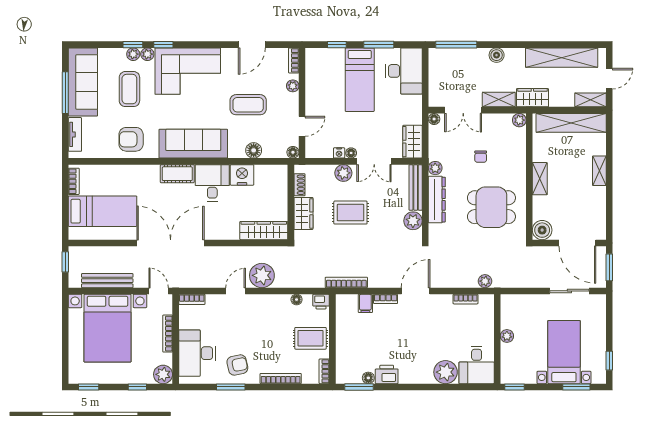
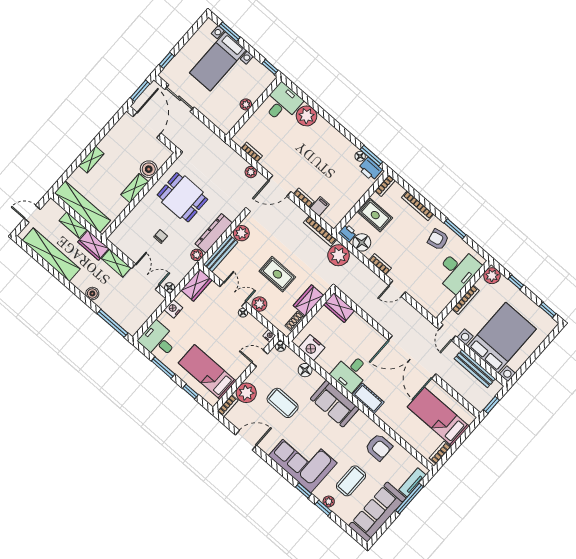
plant: (147, 54) -> (319, 493), removed
desk: (404, 71) -> (158, 340), width x0.73
bed: (360, 80) -> (207, 372), moved, turned -90
plant: (293, 86) -> (246, 393), width x1.88, depth x1.88
window: (65, 93) -> (409, 499), moved
shelving: (590, 100) -> (73, 225), moved
nightstand: (415, 104) -> (173, 309), added
plant: (519, 120) -> (115, 238), removed
sofa: (193, 144) -> (335, 404), width x0.73
nightstand: (339, 153) -> (269, 336), moved
nightstand: (242, 175) -> (312, 348), moved
boiler: (542, 230) -> (149, 169), moved
wardrobe: (264, 231) -> (339, 307), width x0.67
plant: (262, 275) -> (339, 255), moved
plant: (485, 281) -> (251, 172), moved
bookcase: (192, 299) -> (380, 264), moved
floor lamp: (297, 300) -> (362, 242), width x1.89, depth x1.89
window: (609, 361) -> (167, 60), moved
printer: (387, 374) -> (370, 169), moved

